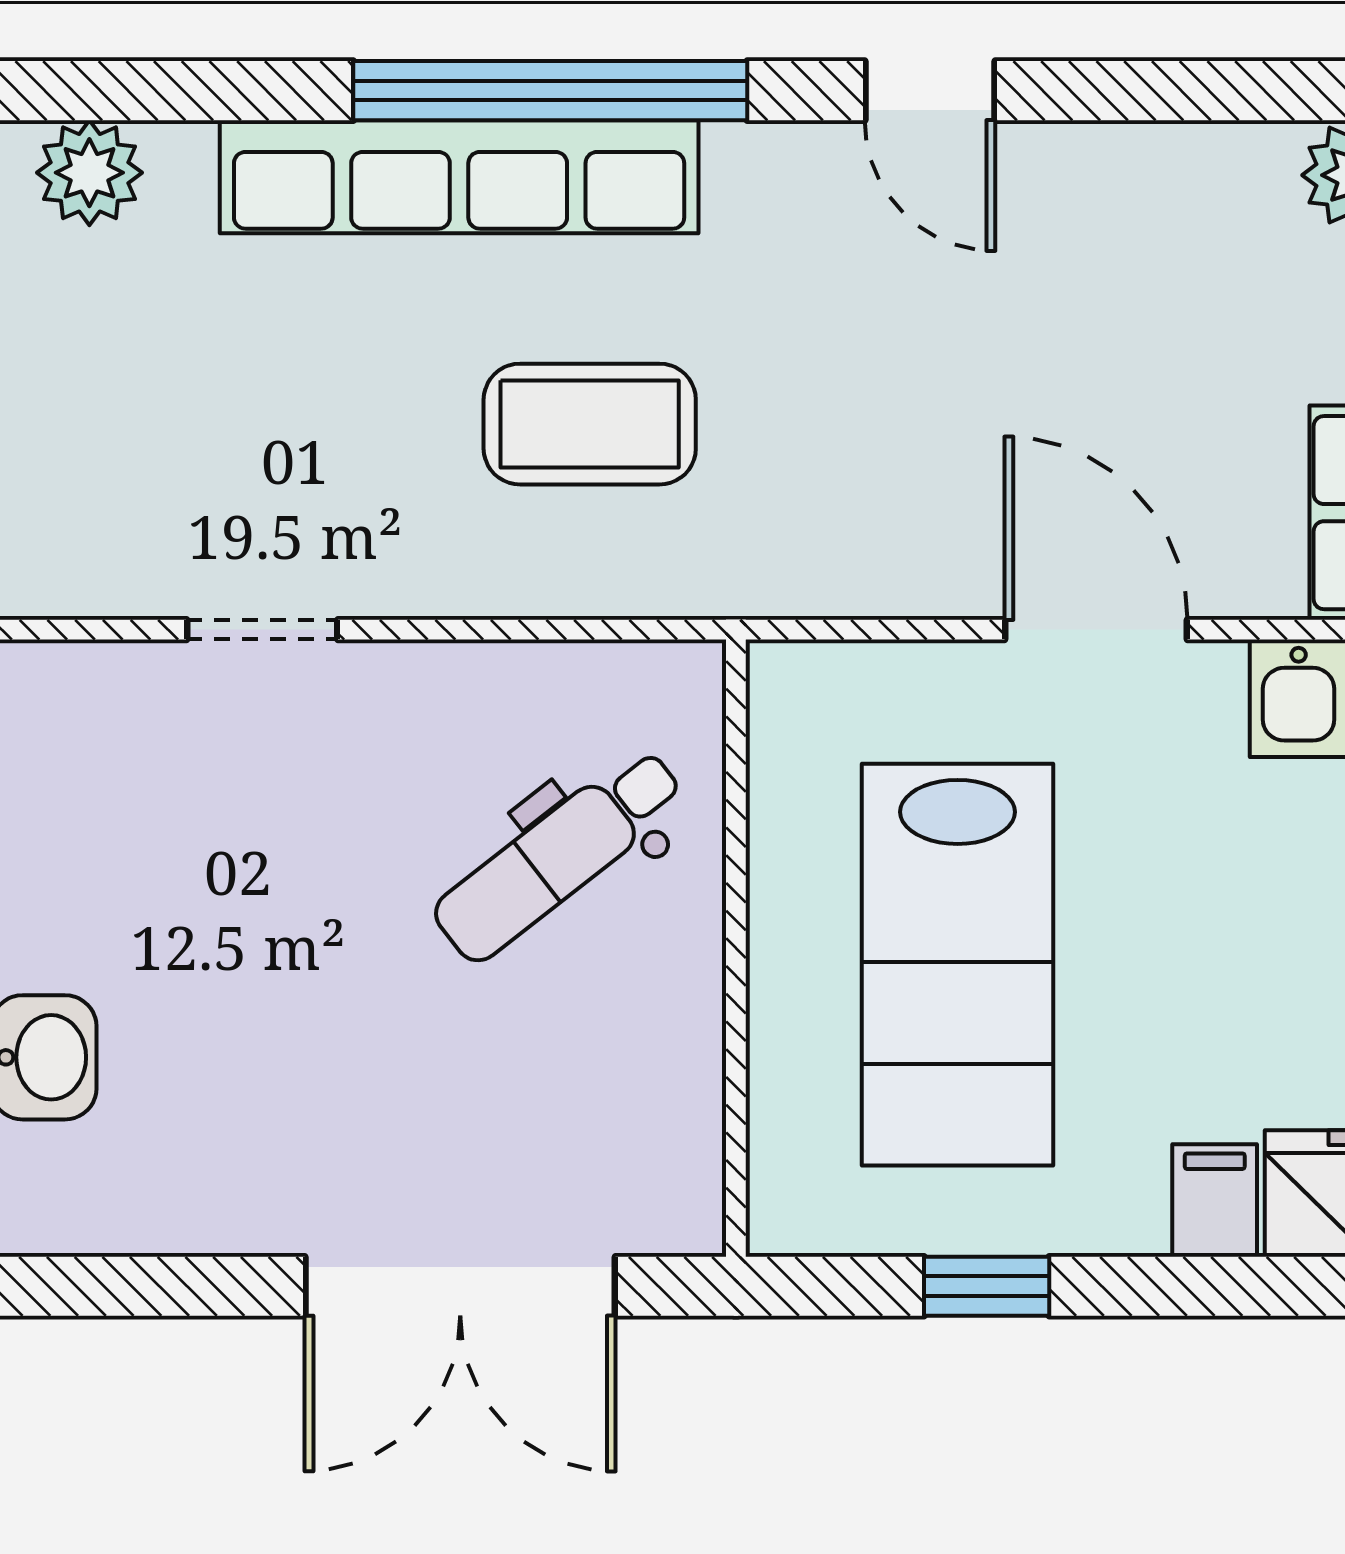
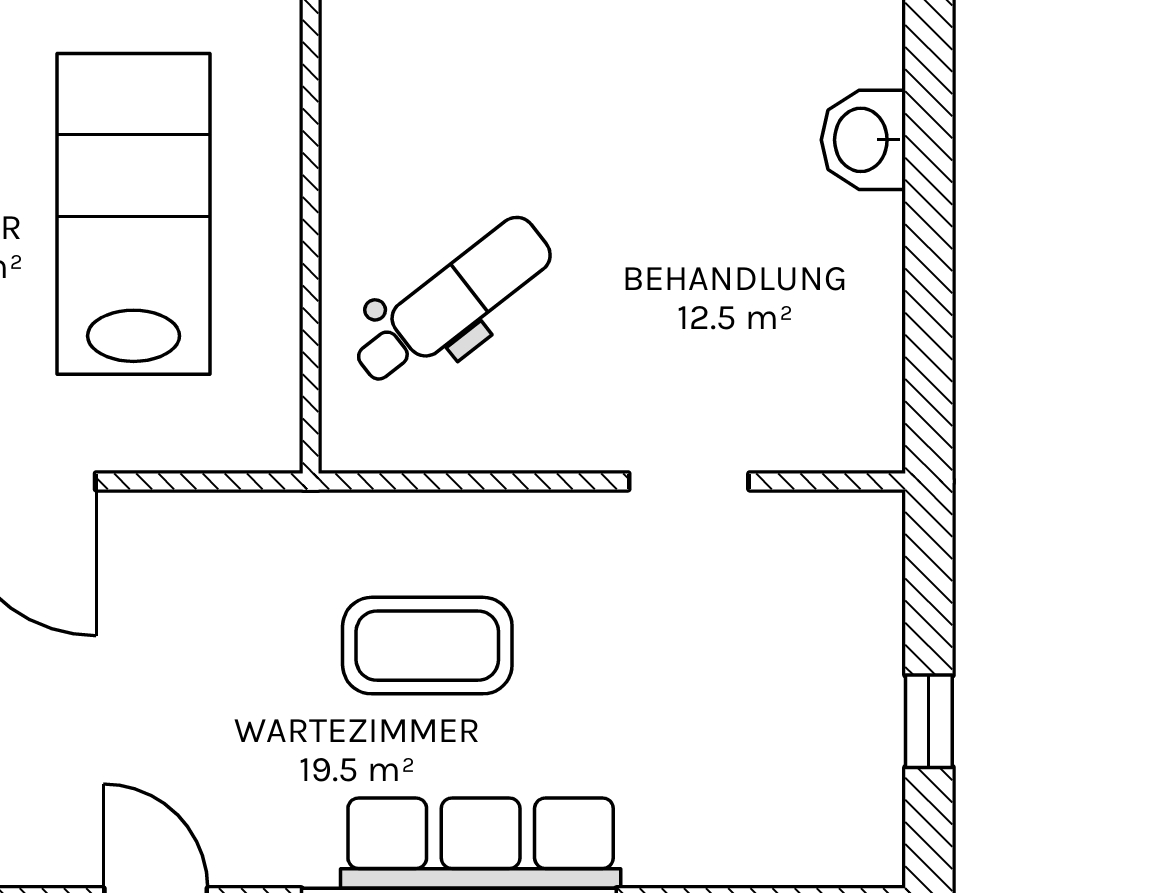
plant: (89, 173) -> (827, 846), removed
row of seats: (459, 177) -> (481, 843), width x0.73

